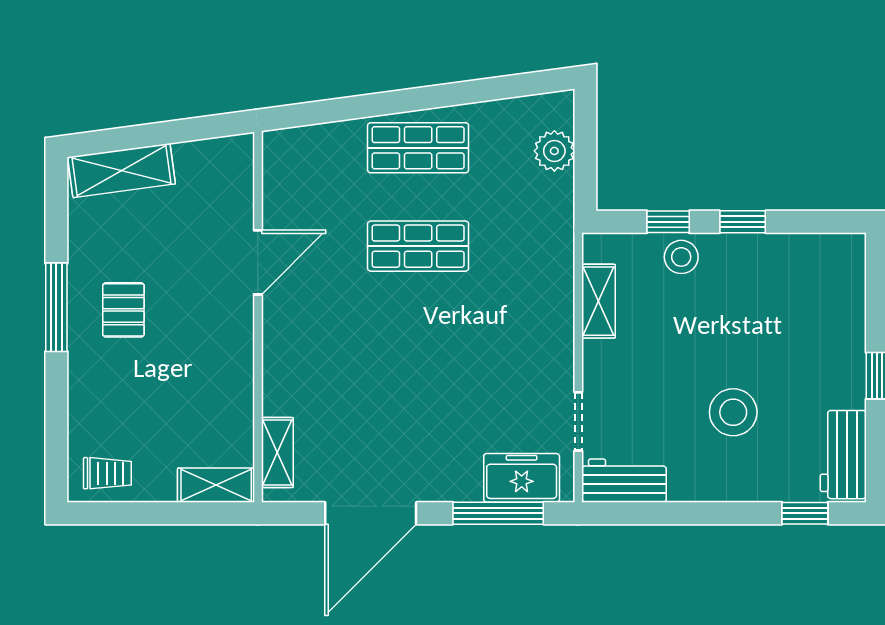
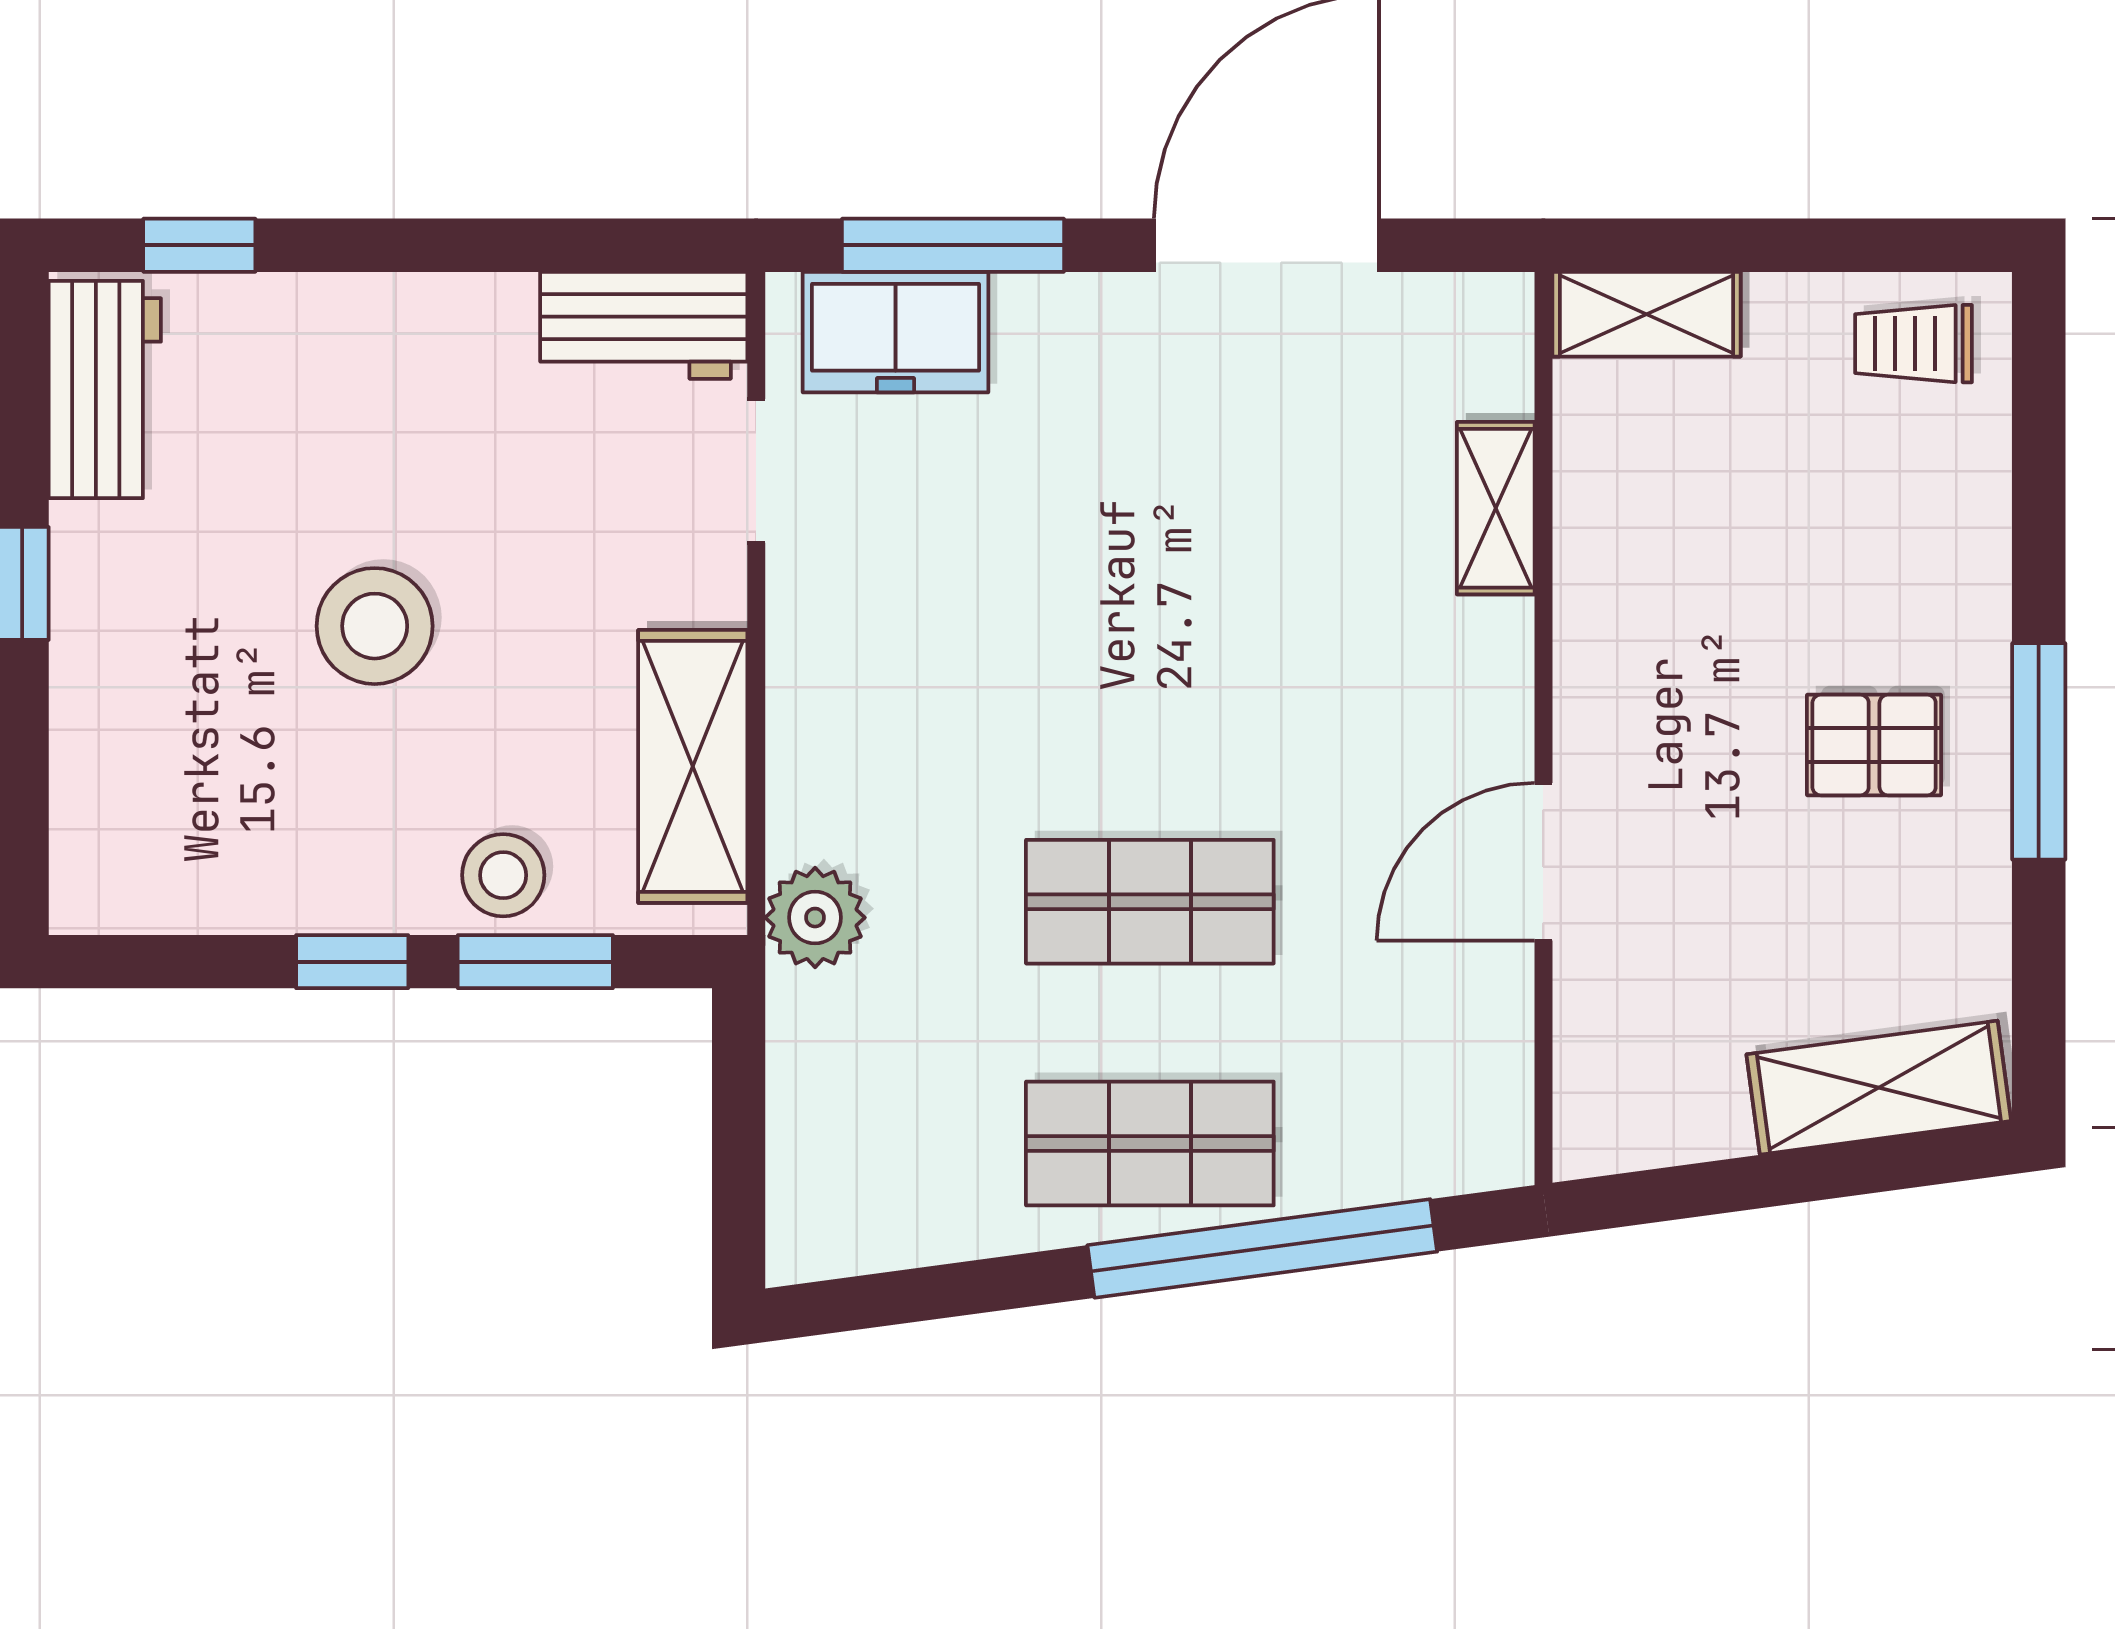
window: (372, 105) -> (1262, 1248), added
plant: (554, 151) -> (815, 918), moved
window: (668, 222) -> (535, 962), width x1.50
shelving: (599, 301) -> (693, 766), width x1.50, depth x1.33
pallet: (123, 310) -> (1874, 745), turned 90
stool: (733, 412) -> (375, 626), moved
shelving: (277, 452) -> (1496, 508), moved

